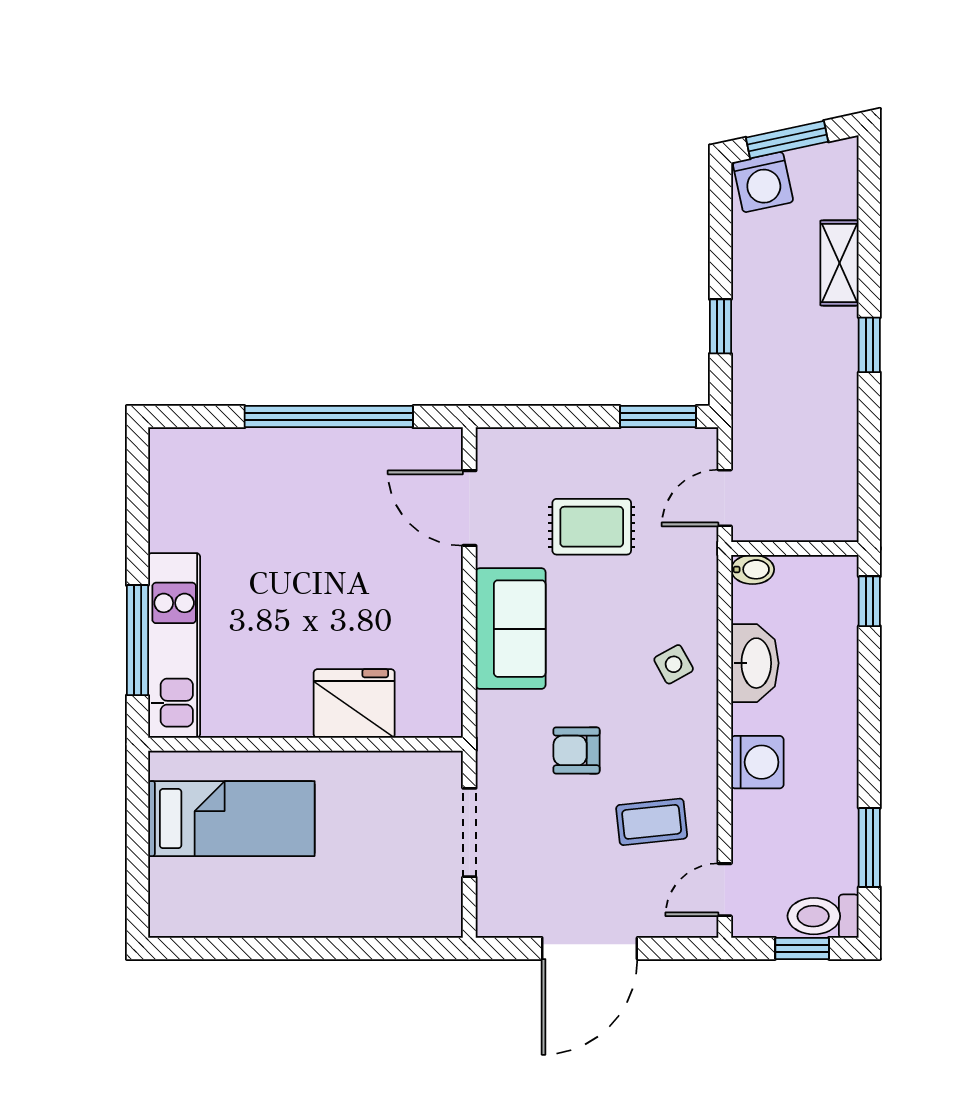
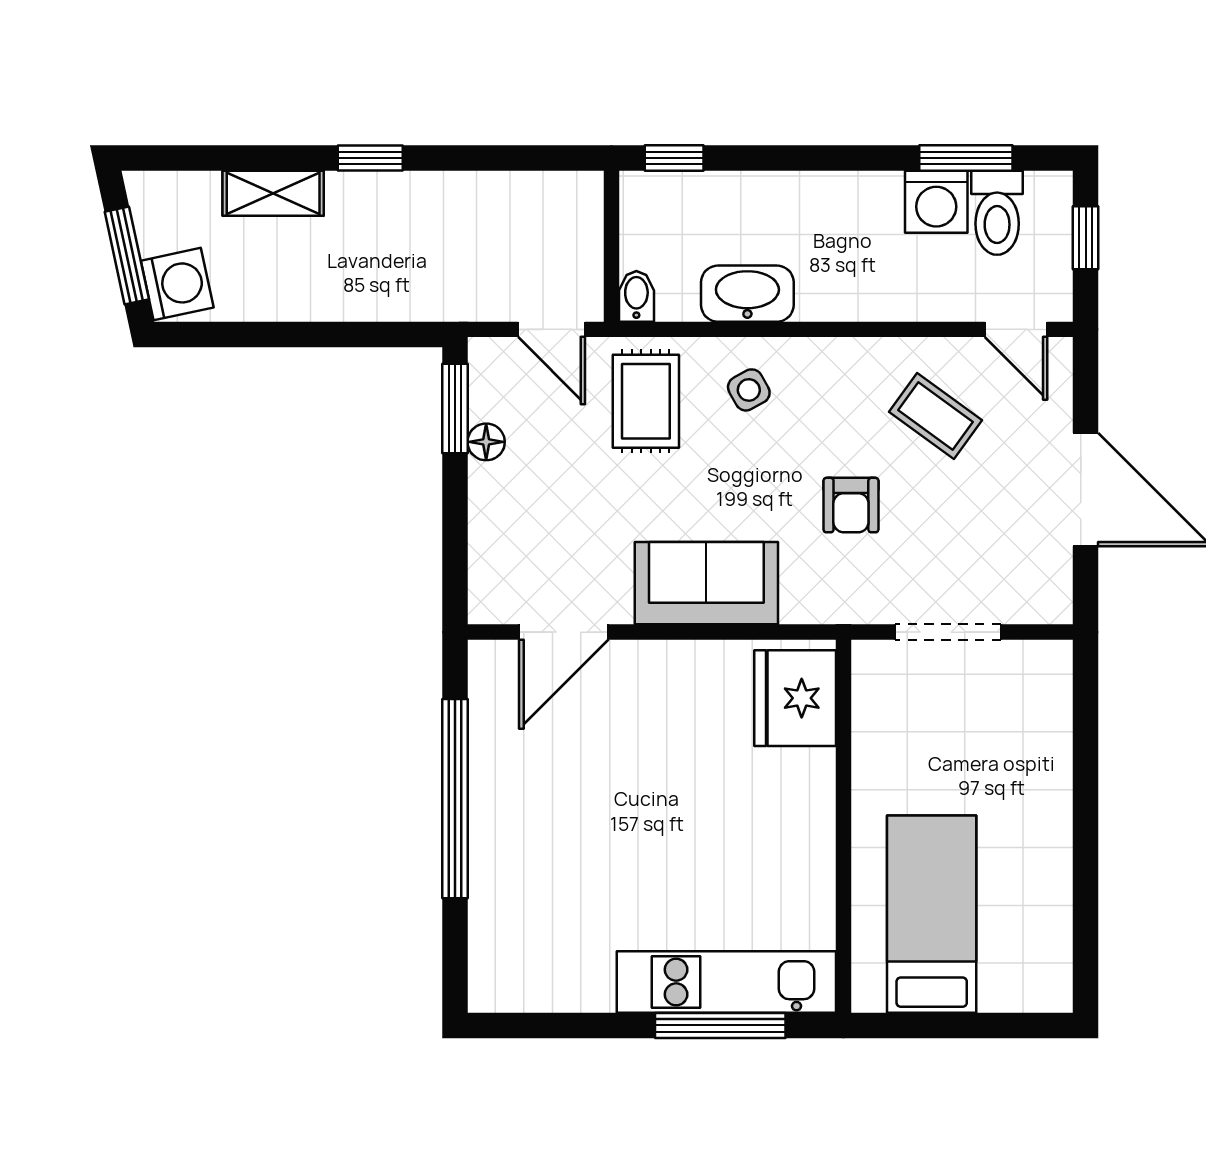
window: (720, 326) -> (348, 334), removed
floor lamp: (630, 443) -> (486, 442), added
rug: (592, 527) -> (646, 401), moved
fridge: (354, 703) -> (795, 698), moved
washing machine: (757, 762) -> (936, 202), moved, turned 180
coffee table: (652, 822) -> (936, 416), turned -48
toilet: (823, 916) -> (997, 213), moved

